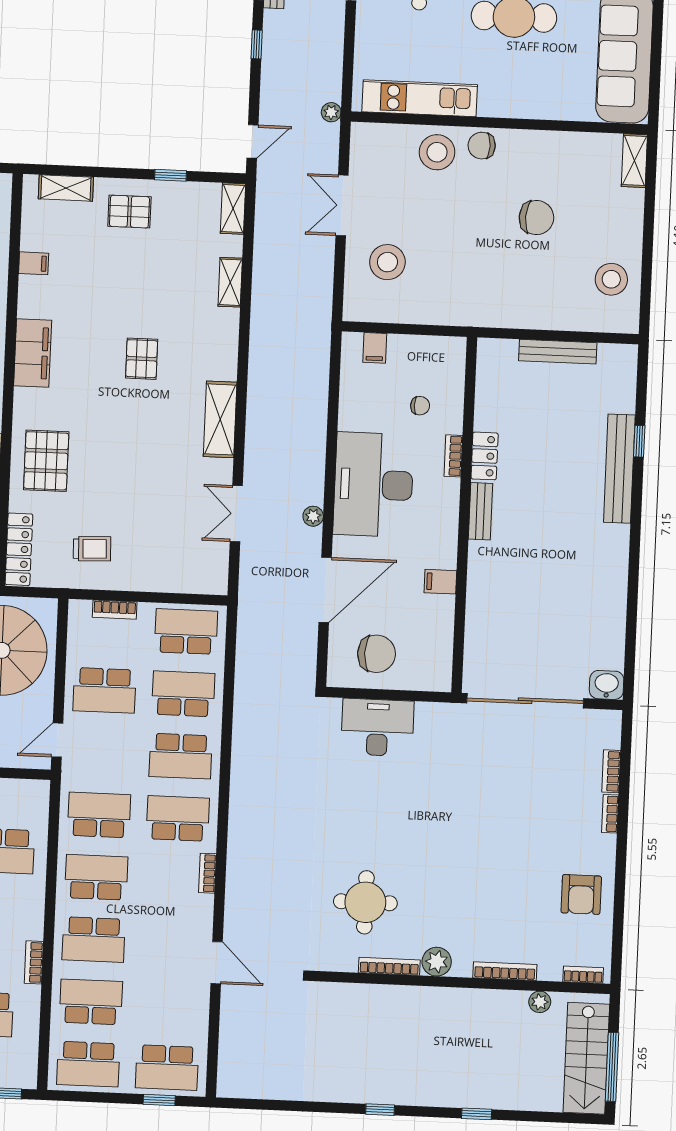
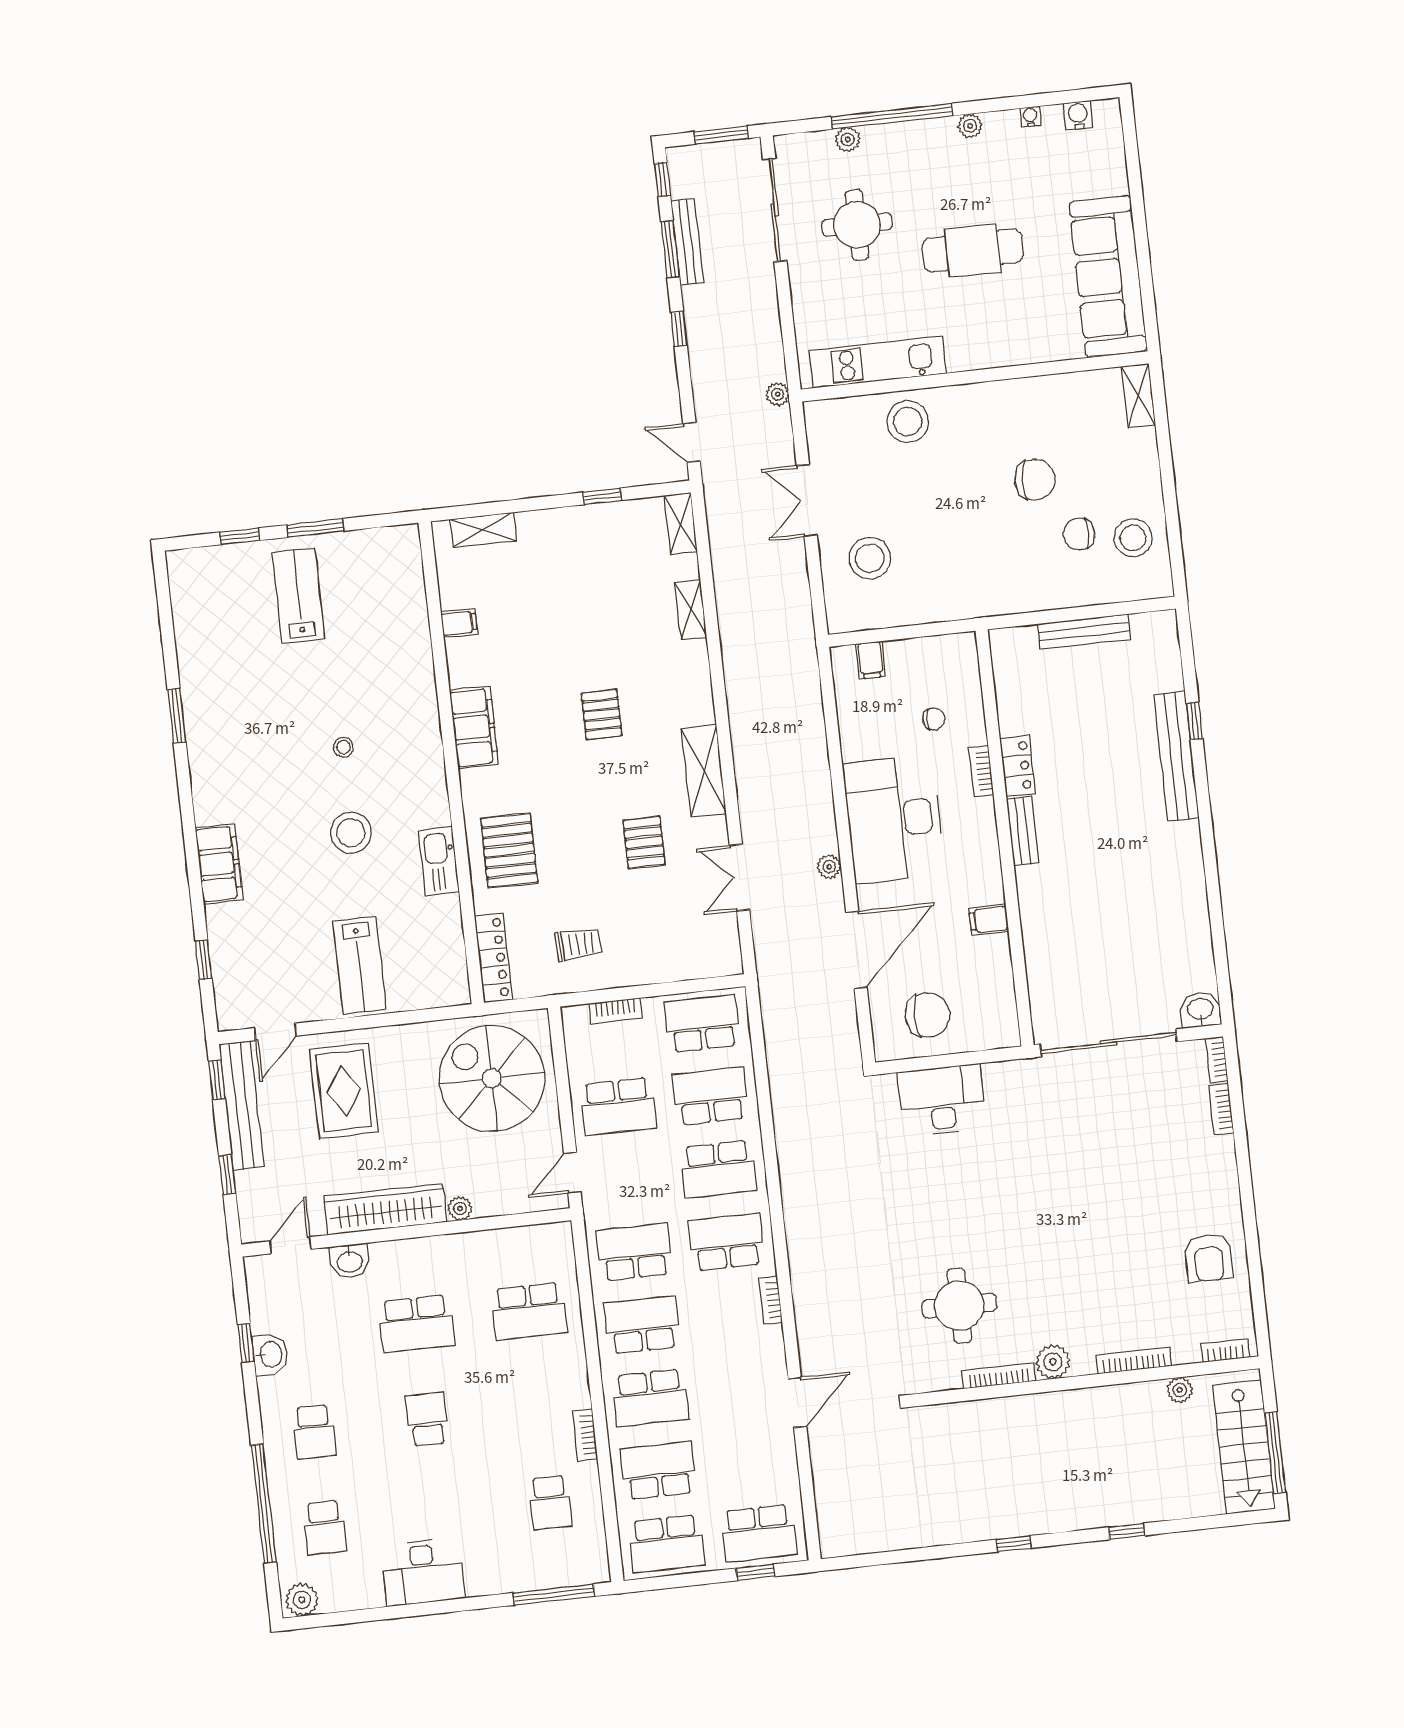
door: (252, 141) -> (691, 442), swing flipped
chair: (482, 146) -> (1079, 534), moved
pallet: (129, 212) -> (644, 842), moved, turned 90
bookcase: (610, 814) -> (1217, 1060), moved
door: (217, 963) -> (797, 1403), hinge flipped

